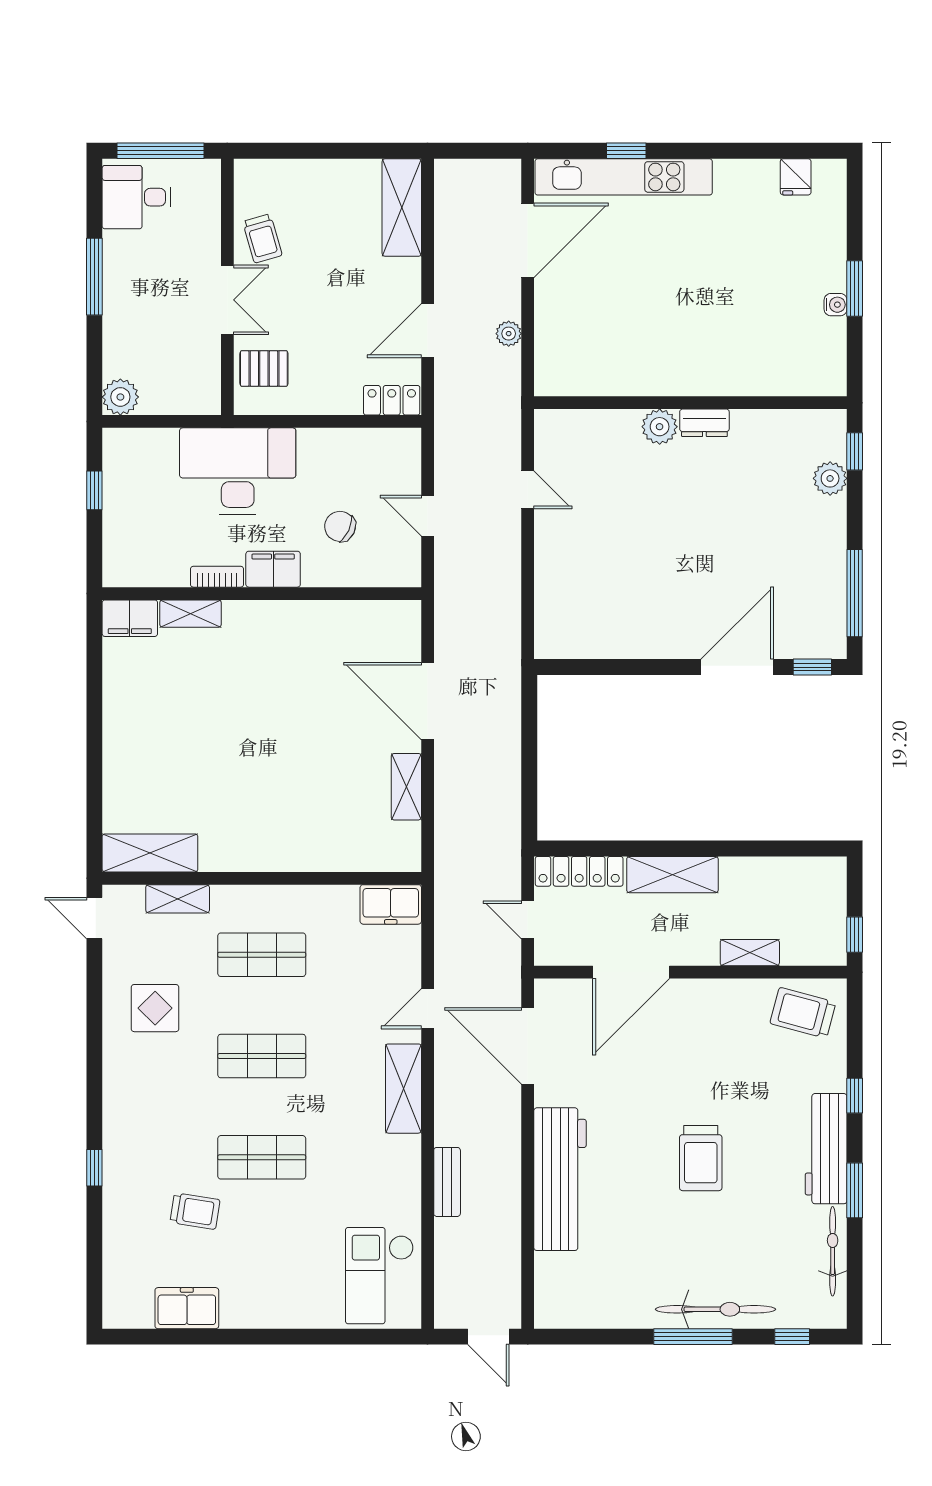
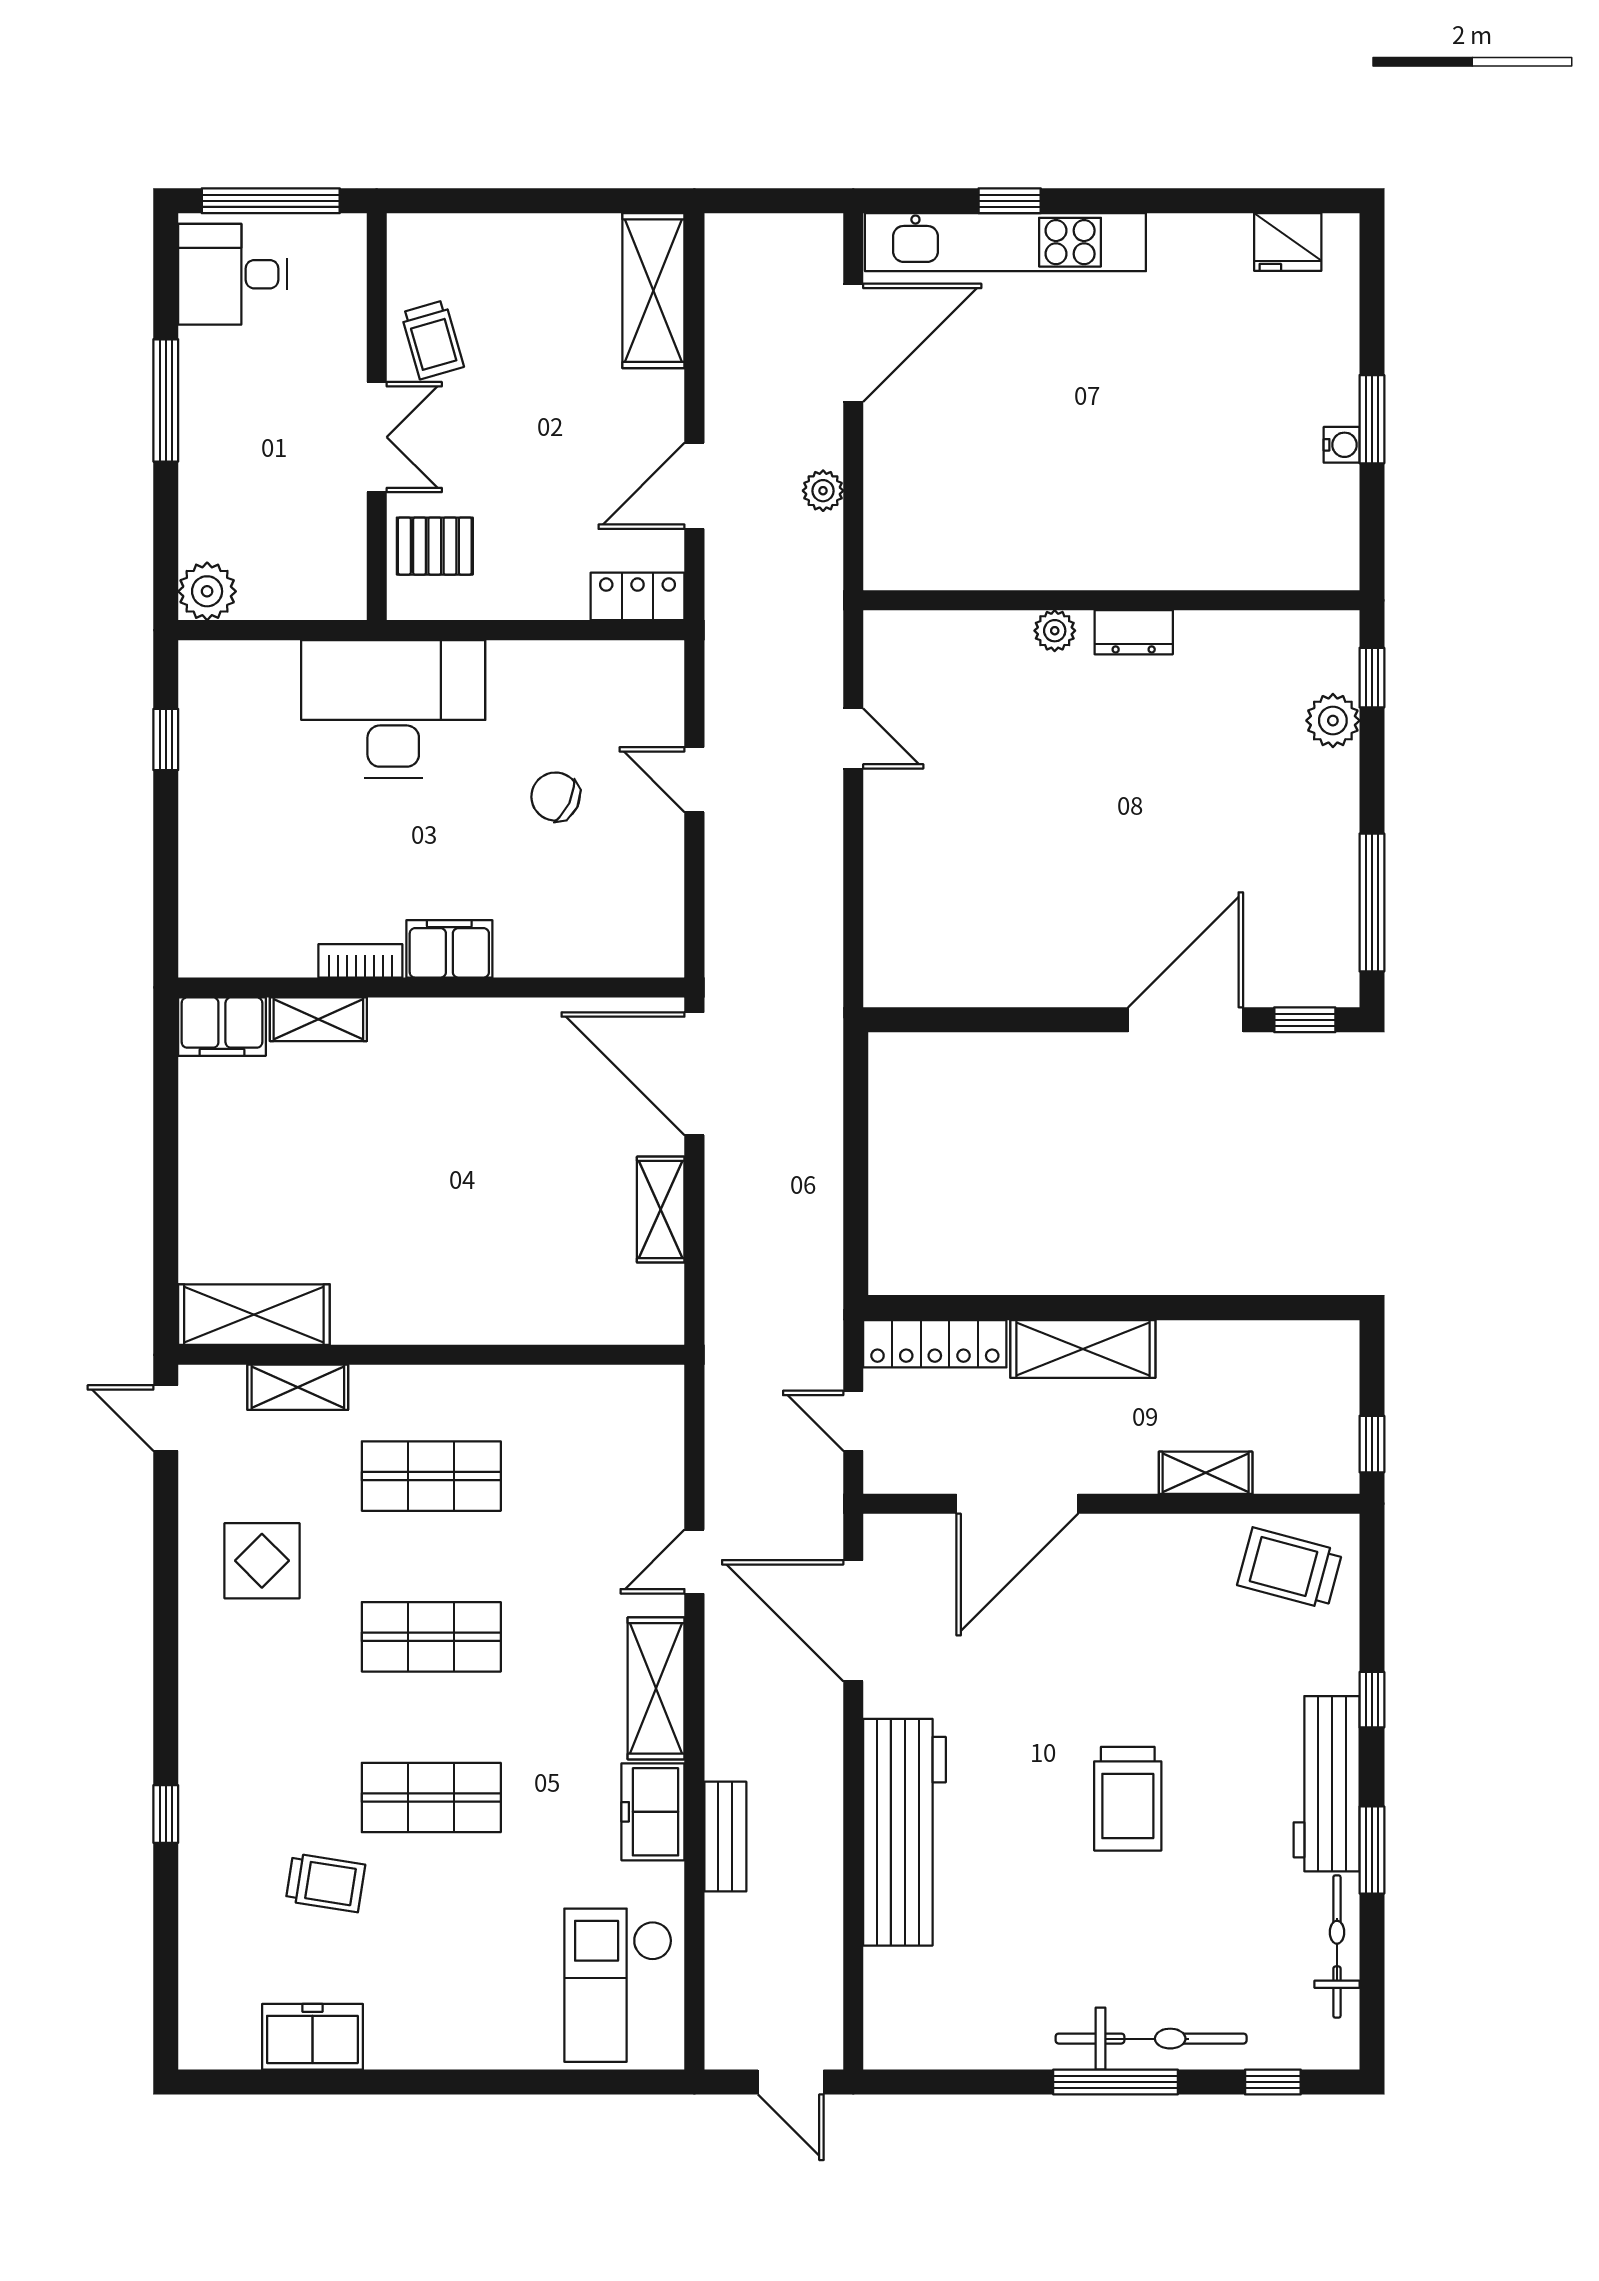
fridge: (796, 177) -> (1288, 242), width x1.38
plant: (660, 427) -> (1055, 631), width x0.73, depth x0.73
filing cabinet: (273, 569) -> (449, 949), moved
bookcase: (217, 577) -> (360, 961), moved
wall: (262, 594) -> (431, 987), moved
shelving: (191, 614) -> (318, 1019), moved
filing cabinet: (130, 618) -> (222, 1027), moved
freezer: (391, 904) -> (653, 1812), moved, turned 90

